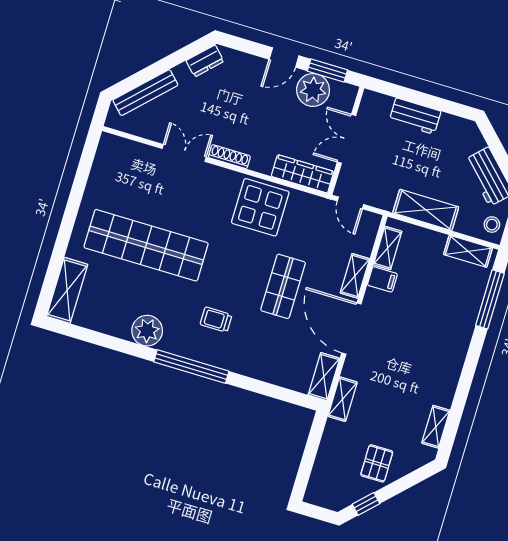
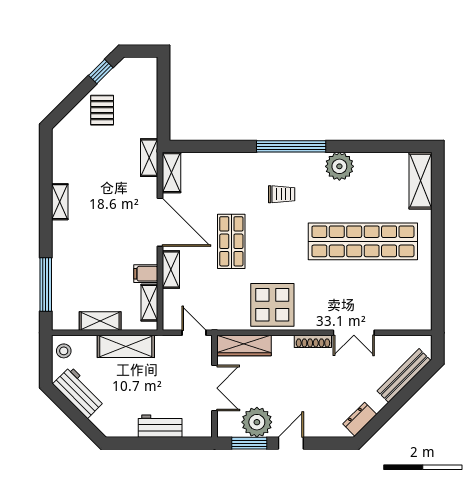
shelving: (468, 251) -> (100, 321), moved
shelving: (436, 427) -> (60, 202), moved

